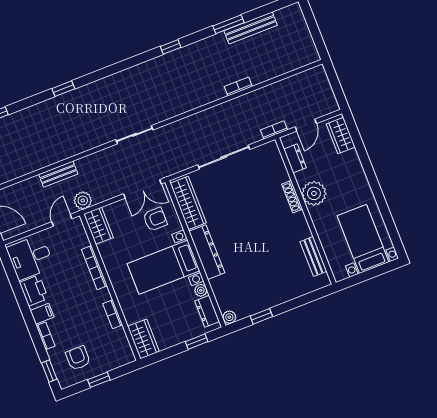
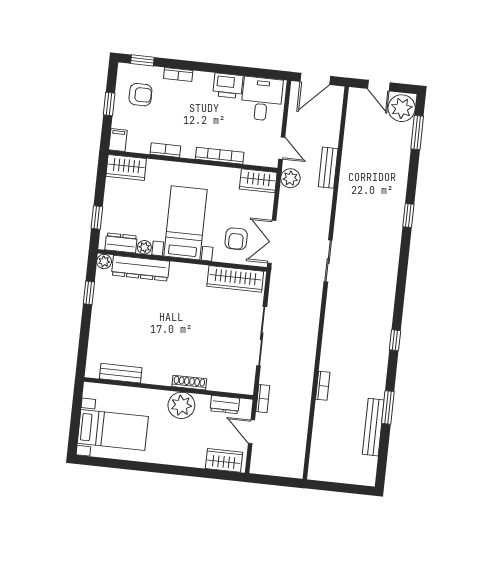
dresser: (207, 252) -> (141, 268), moved
filing cabinet: (42, 314) -> (118, 140), moved, turned 180

